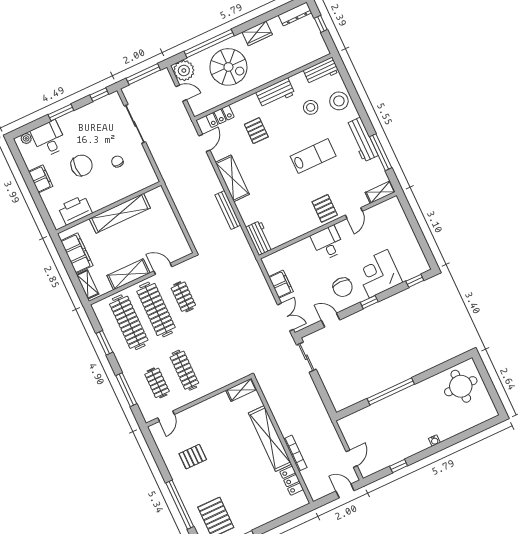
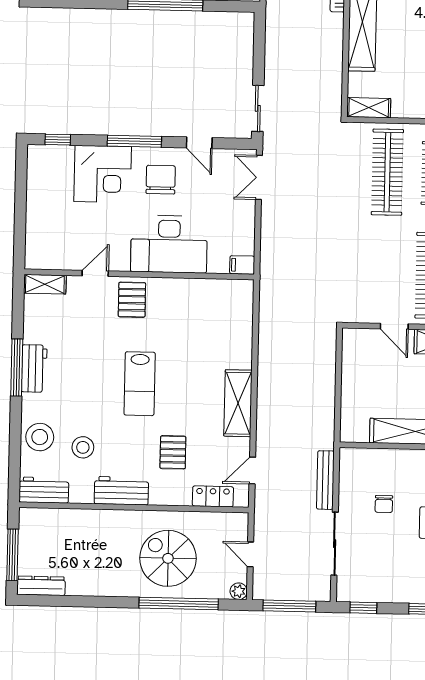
window: (321, 24) -> (12, 555), width x2.17
wardrobe: (257, 33) -> (106, 585), removed
plant: (184, 70) -> (239, 591), width x0.53, depth x0.53
workbench: (362, 140) -> (34, 368), width x0.73
window: (381, 152) -> (17, 367), moved
lab bench: (313, 156) -> (140, 384), moved, turned -90
bench: (228, 210) -> (325, 480), moved
workbench: (259, 238) -> (241, 303), removed
desk: (328, 243) -> (169, 244), width x1.87, depth x1.30
filing cabinet: (281, 284) -> (242, 265), moved, width x0.50
clothes rail: (183, 297) -> (387, 172), moved, width x1.86, depth x1.31
window: (369, 302) -> (134, 141), width x2.17

